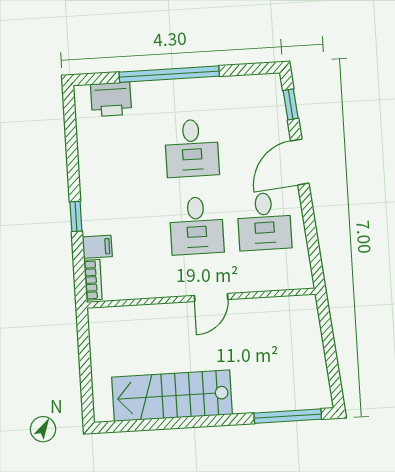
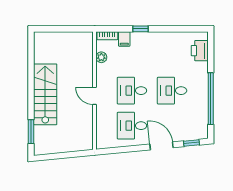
window: (169, 74) -> (211, 99), moved
plant: (136, 289) -> (101, 57), added
stairs: (172, 396) -> (45, 94), moved
window: (288, 416) -> (31, 132), width x0.69

